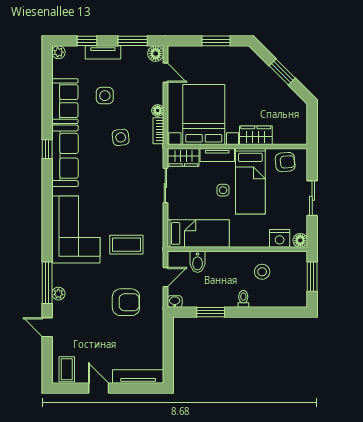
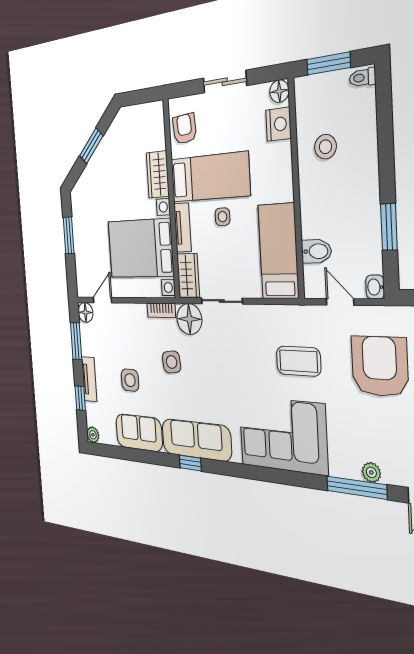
floor lamp: (158, 110) -> (189, 319), moved, width x1.89, depth x1.89
coffee table: (126, 245) -> (298, 361), turned 90
toilet: (243, 299) -> (362, 78), moved
armchair: (126, 302) -> (379, 366), width x1.36, depth x1.36

